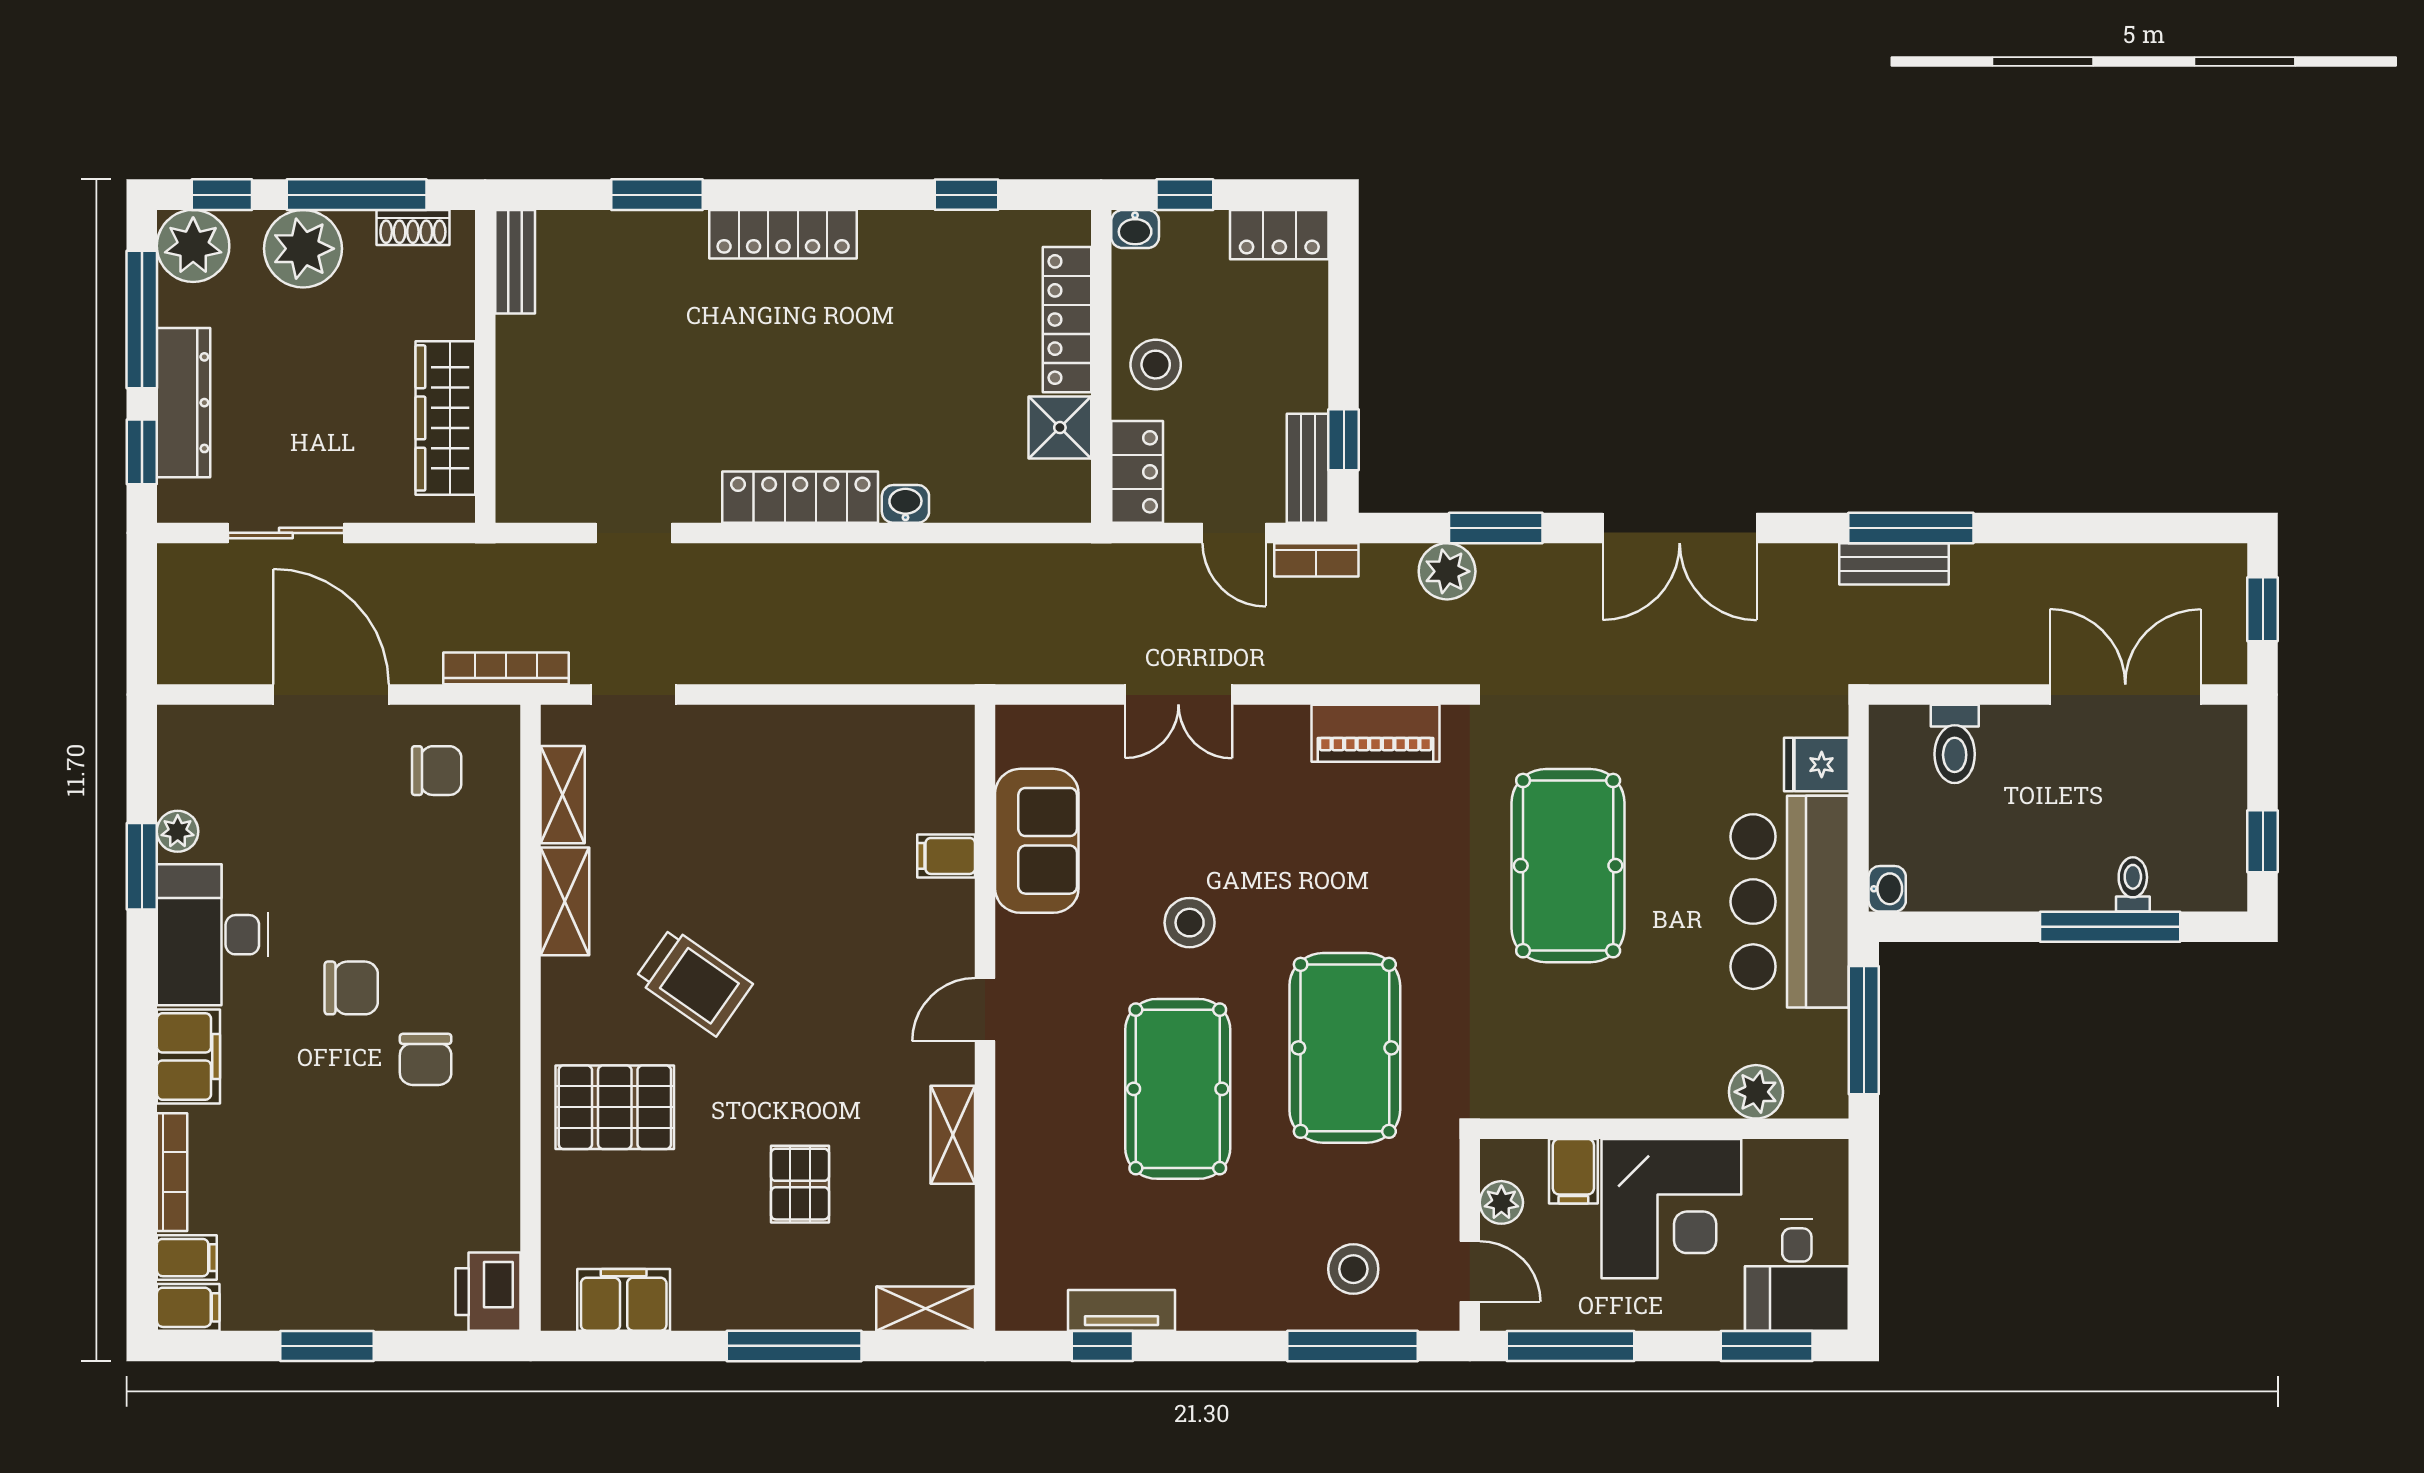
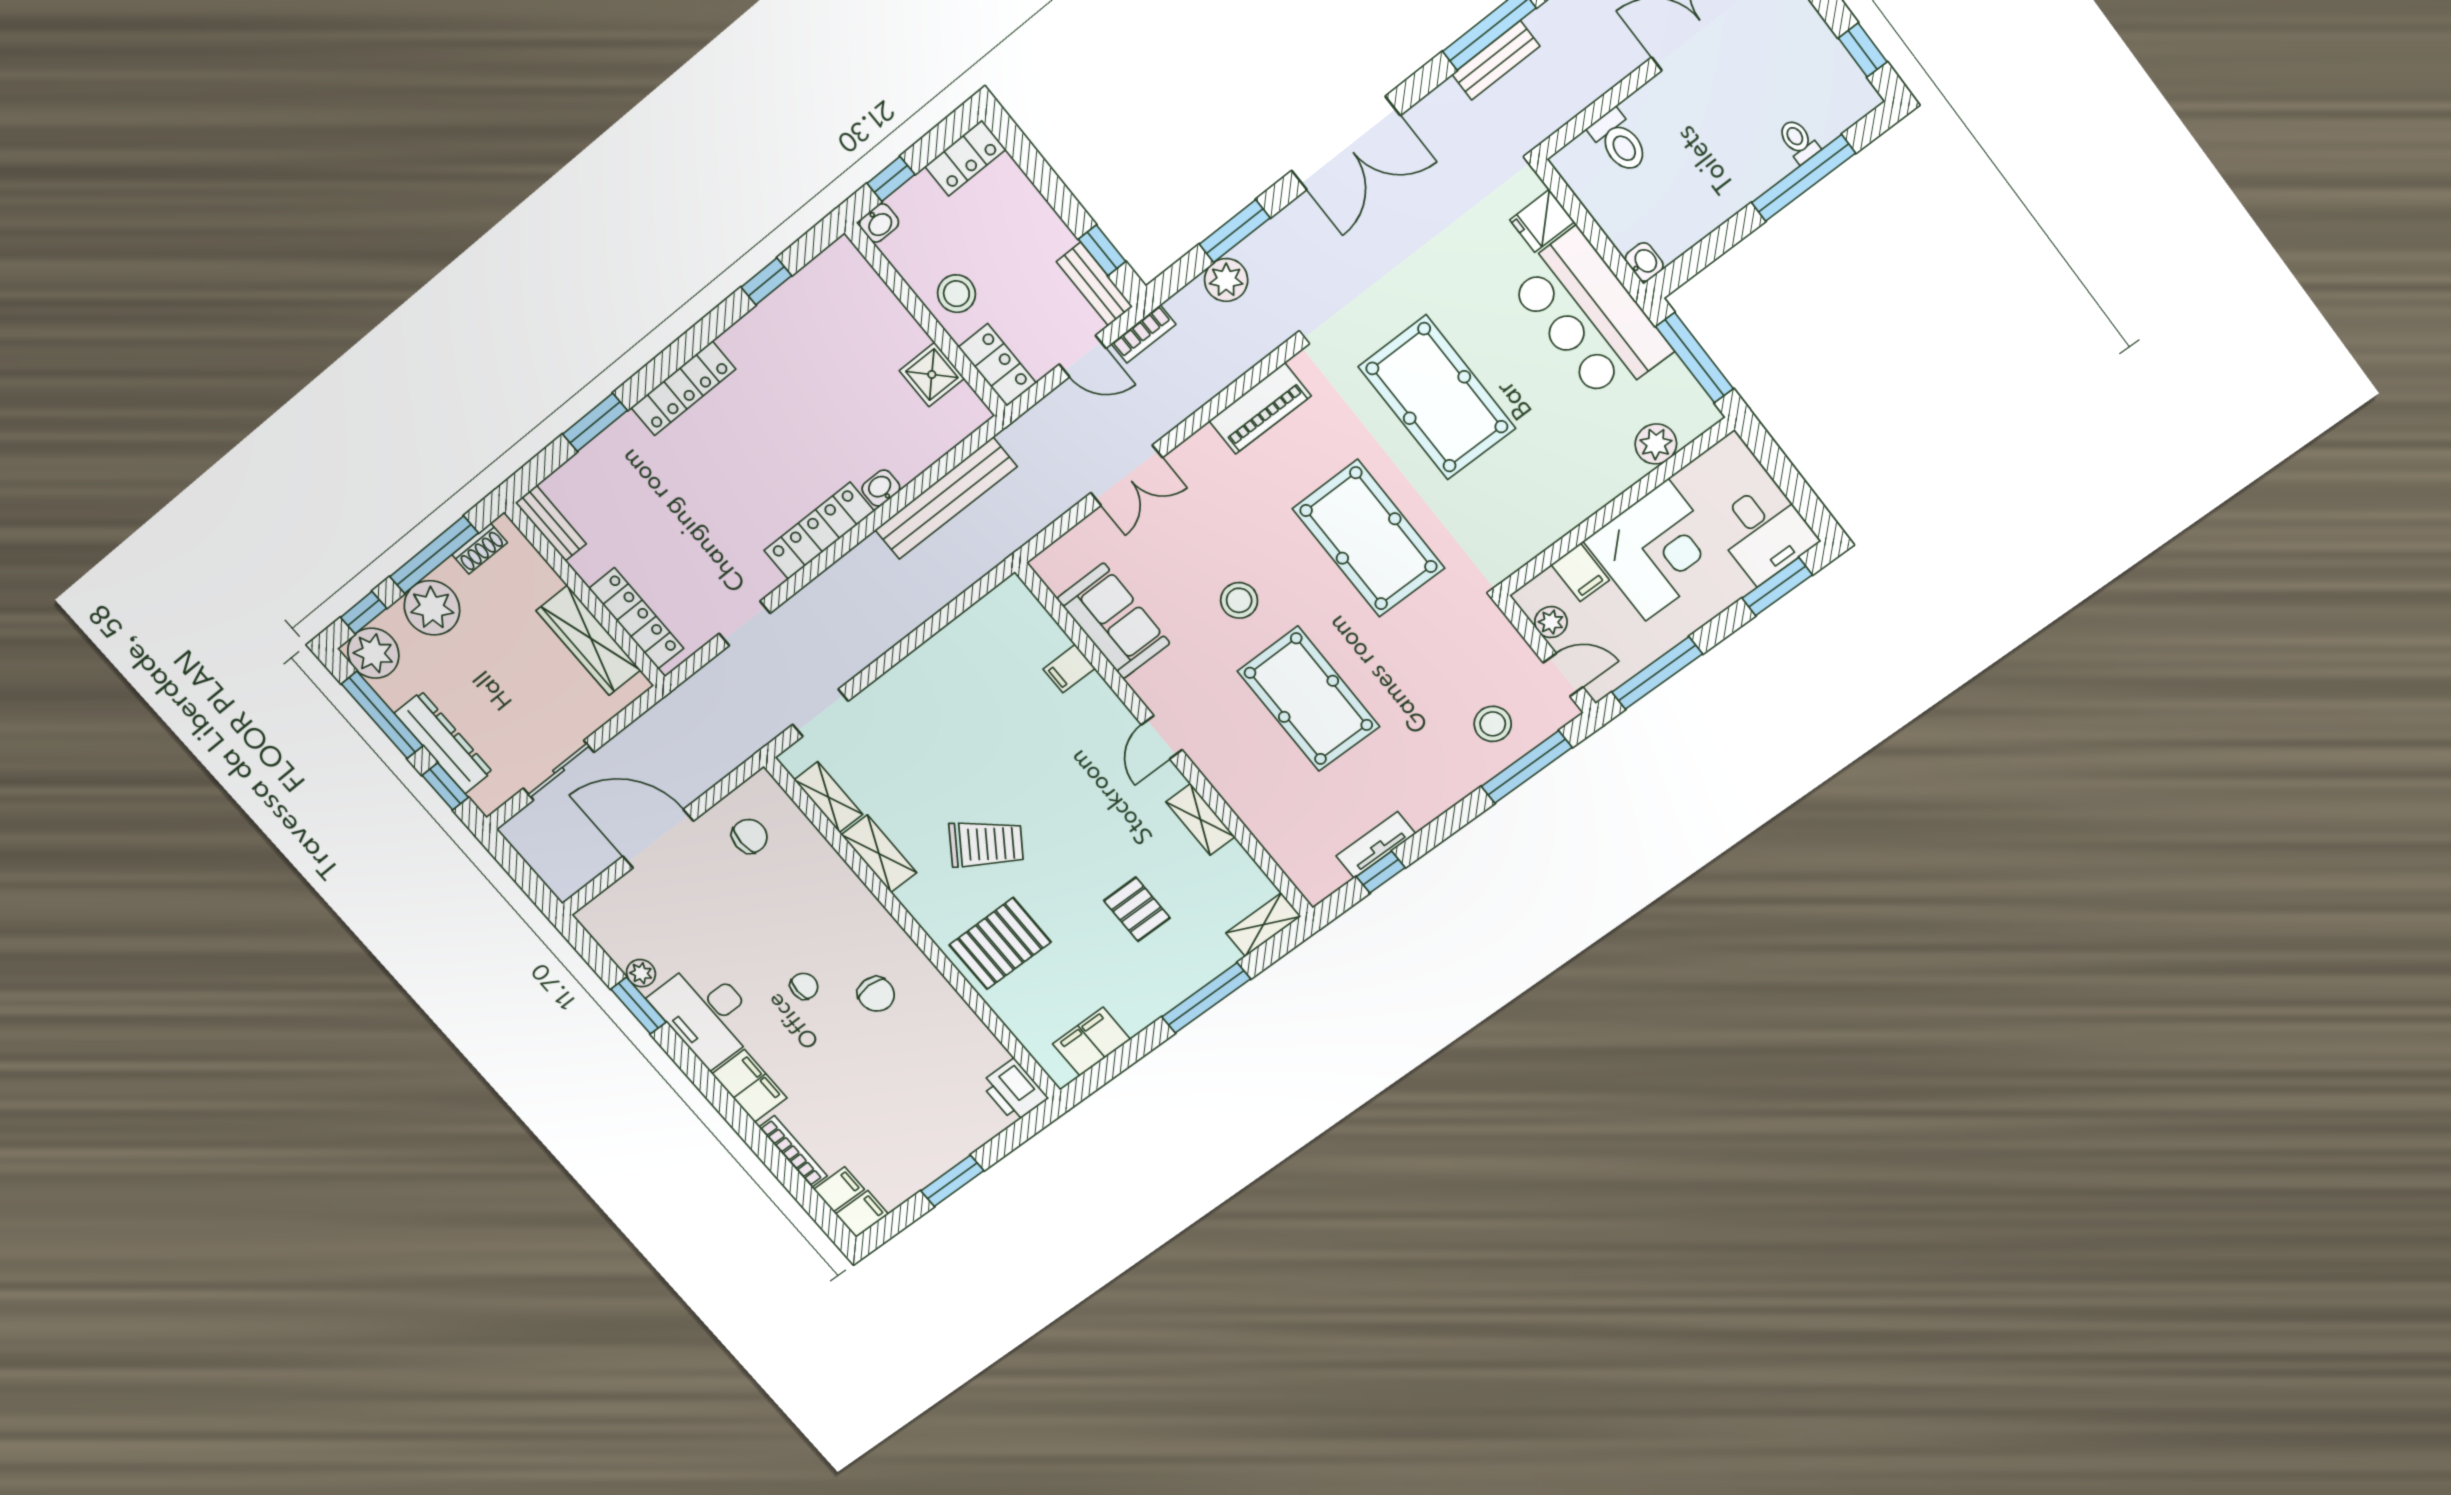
locker: (1067, 320) -> (636, 618), moved, turned 180
bench: (966, 569) -> (946, 498), added
bookcase: (506, 668) -> (739, 752), removed
chair: (351, 988) -> (804, 986), width x0.73, depth x0.73
pool table: (1345, 1048) -> (1369, 538), moved

